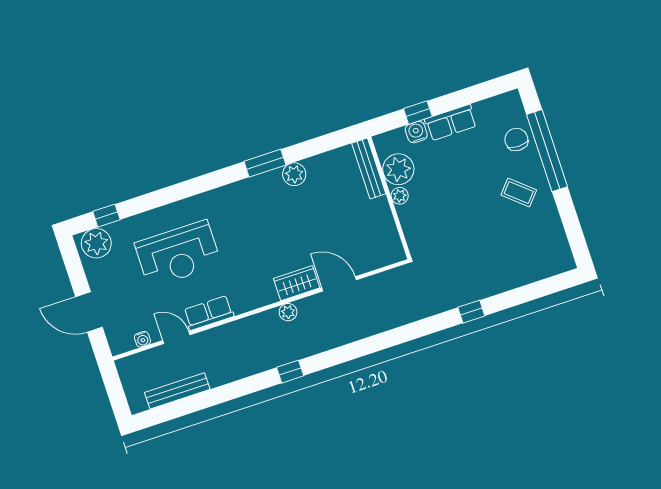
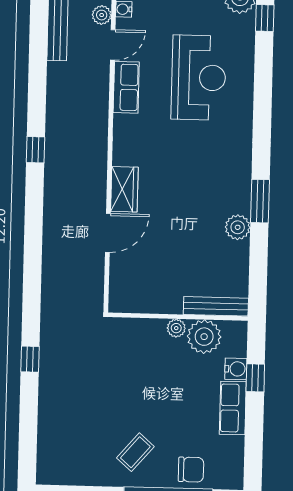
reception desk: (178, 254) -> (199, 78), turned 180
plant: (288, 312) -> (102, 15), moved

